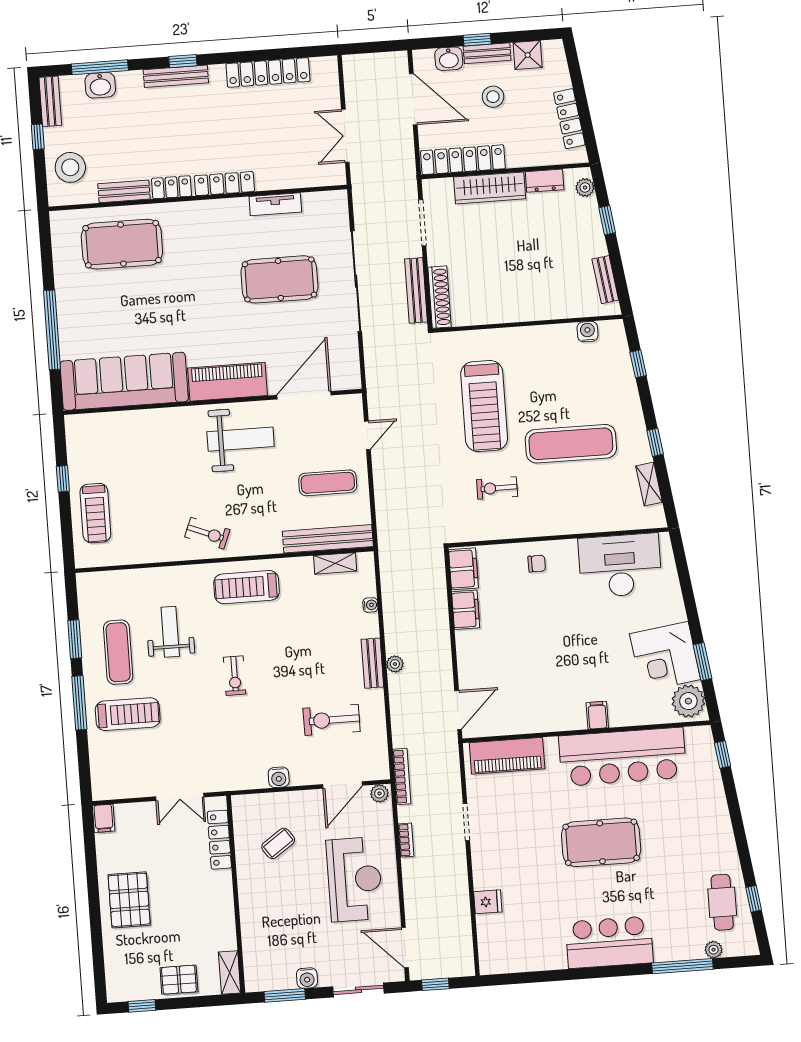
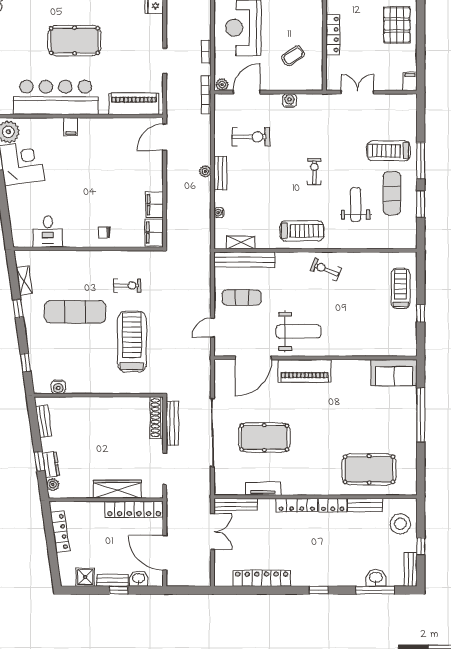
bench: (176, 76) -> (236, 504), moved
stool: (493, 97) -> (111, 551), removed
dresser: (545, 181) -> (51, 465), moved, turned 82
sofa: (124, 381) -> (394, 373), width x0.54, depth x0.79
weight bench: (241, 439) -> (298, 331), turned 180
desk: (620, 566) -> (48, 232), width x0.53, depth x0.77
weight bench: (170, 632) -> (356, 204), turned 180
locker: (219, 840) -> (333, 35), moved

